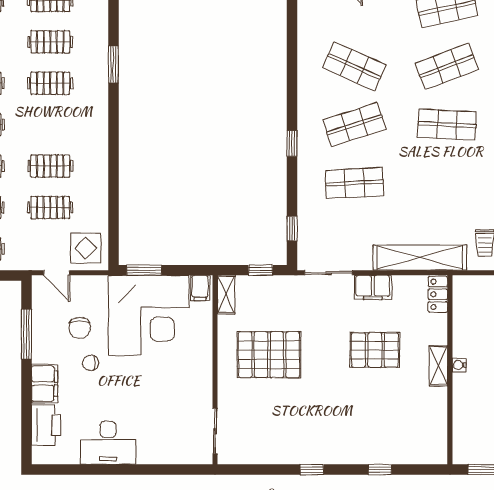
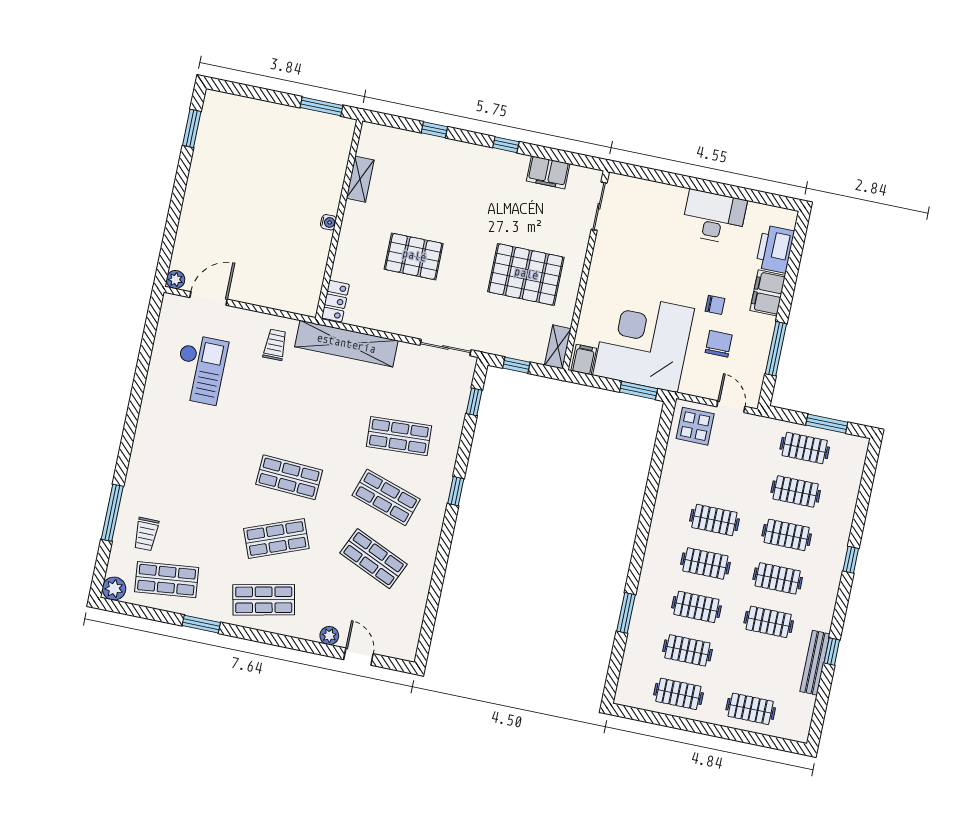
shop shelf: (354, 125) -> (386, 497), turned 36
clothes rail: (50, 207) -> (705, 563), moved
filing cabinet: (373, 287) -> (548, 172), moved, turned 180
shelving: (438, 366) -> (360, 179), moved

